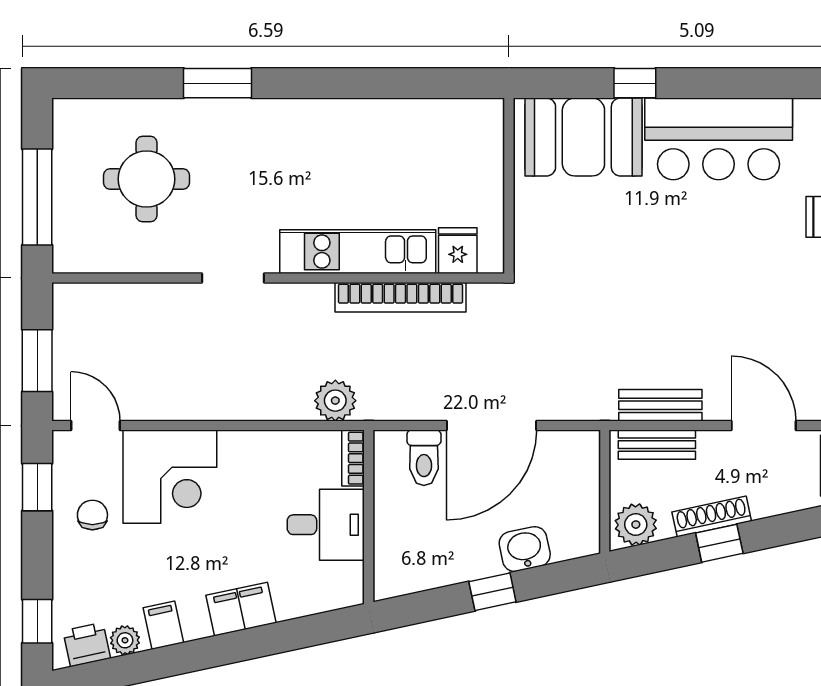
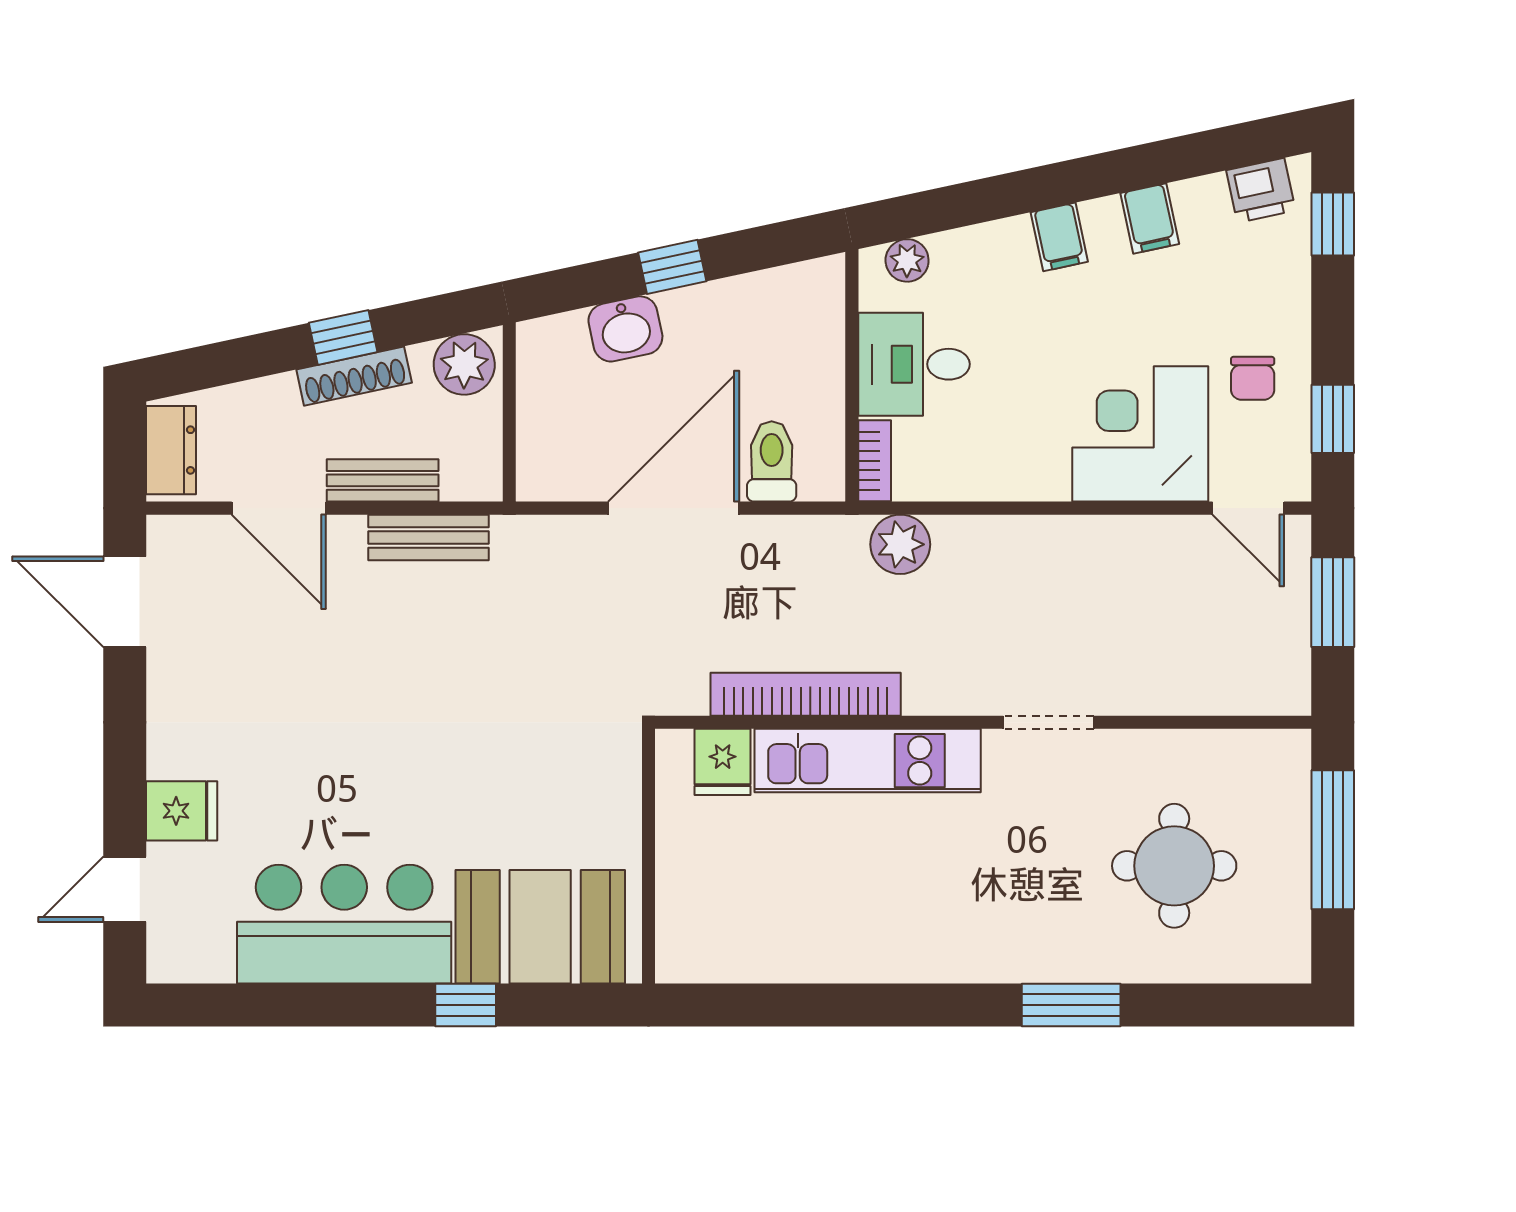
bench: (657, 445) -> (383, 480), moved
filing cabinet: (241, 609) -> (1059, 237), width x0.50
plant: (125, 640) -> (907, 260), moved

